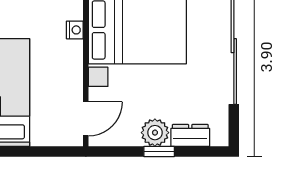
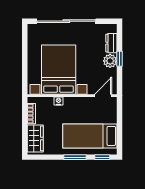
door: (86, 119) -> (103, 96), hinge flipped

